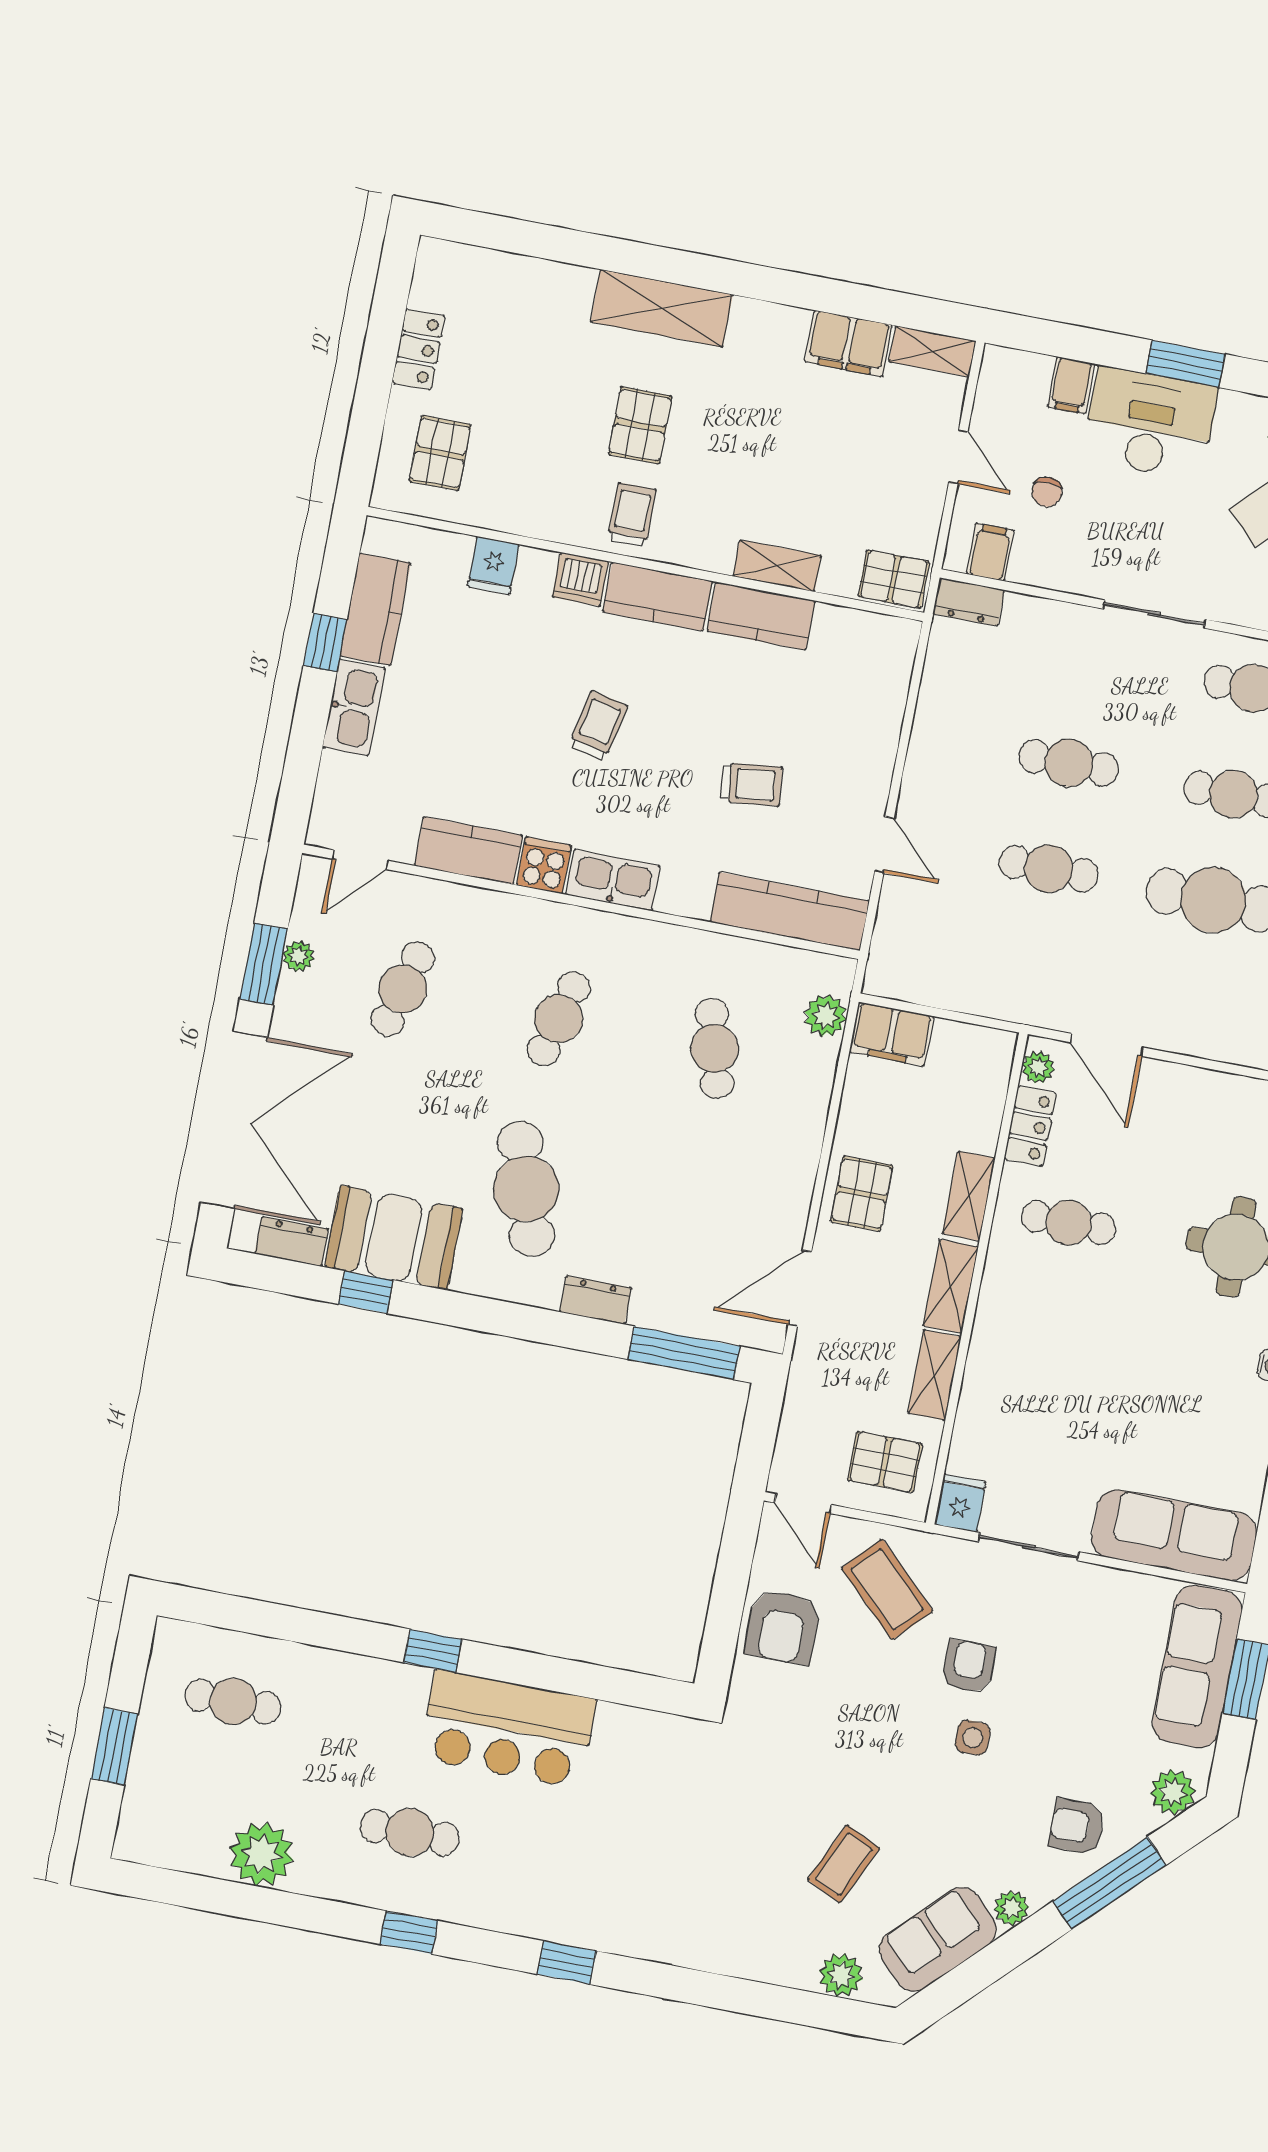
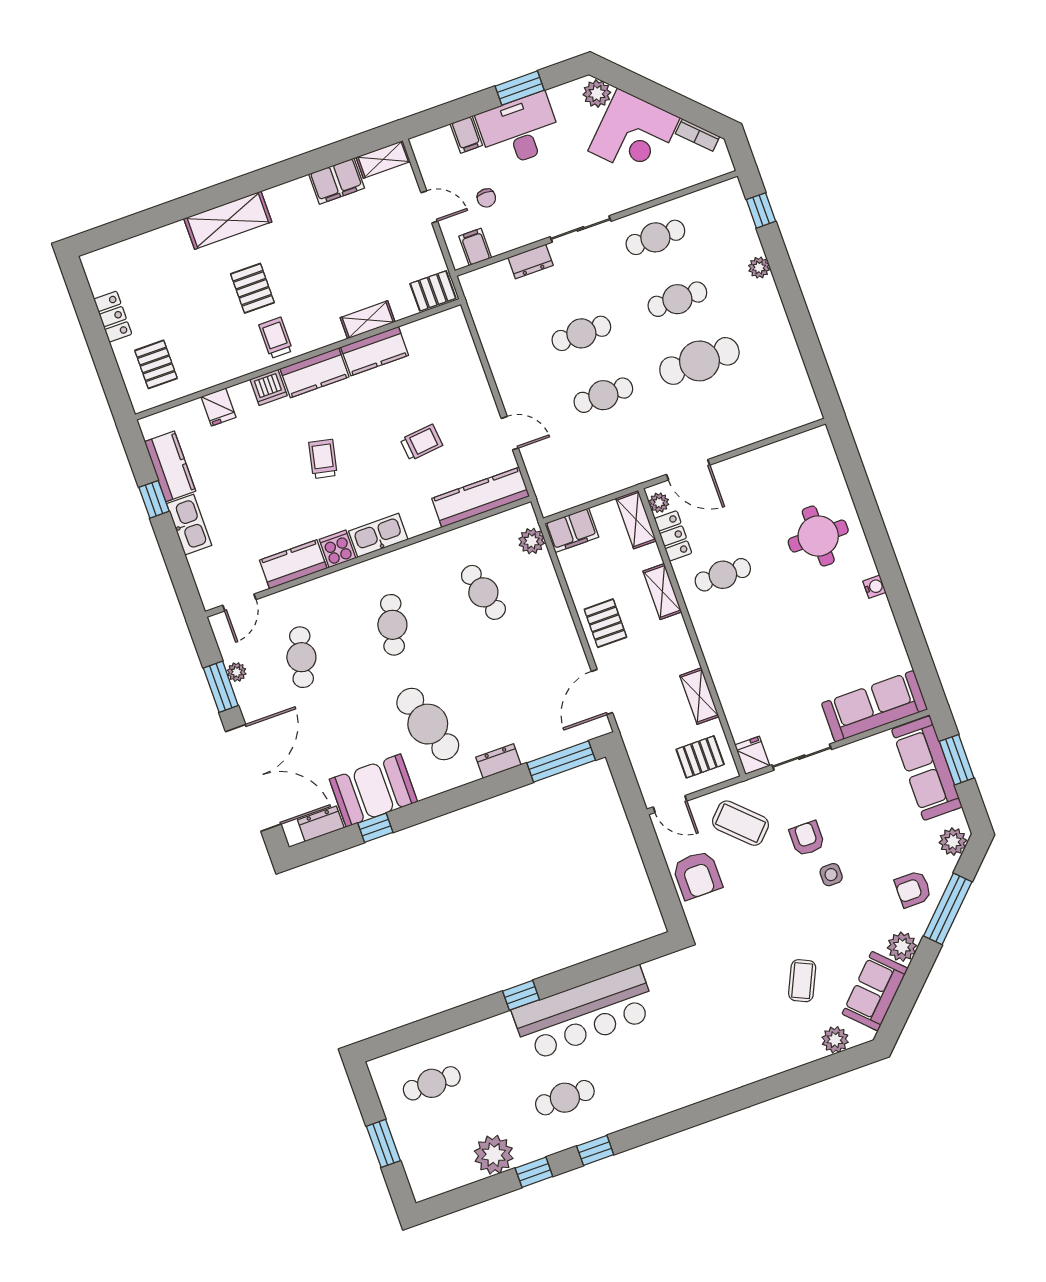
dresser: (969, 602) -> (531, 261), moved
shelving: (951, 1286) -> (636, 519), moved
bar counter: (508, 1729) -> (584, 1013), width x1.36
plant: (1011, 1908) -> (902, 947), width x1.38, depth x1.38
window: (567, 1963) -> (534, 1172), moved

